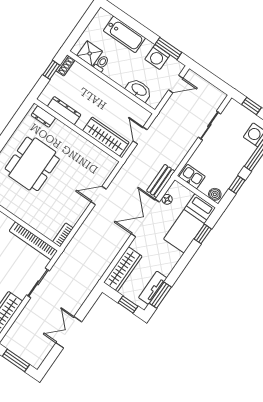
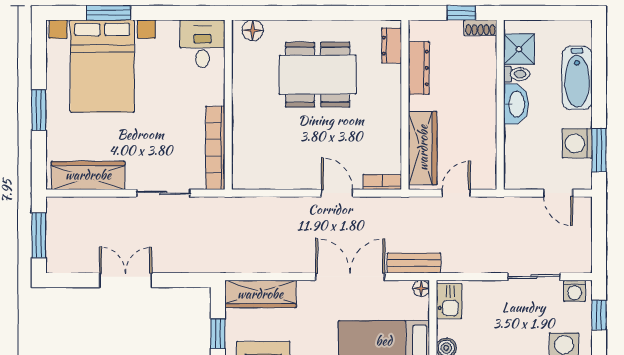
washbasin: (139, 90) -> (516, 104), moved
washing machine: (231, 110) -> (575, 291), added
floor lamp: (167, 199) -> (421, 288), moved
bookcase: (63, 235) -> (382, 182), moved

